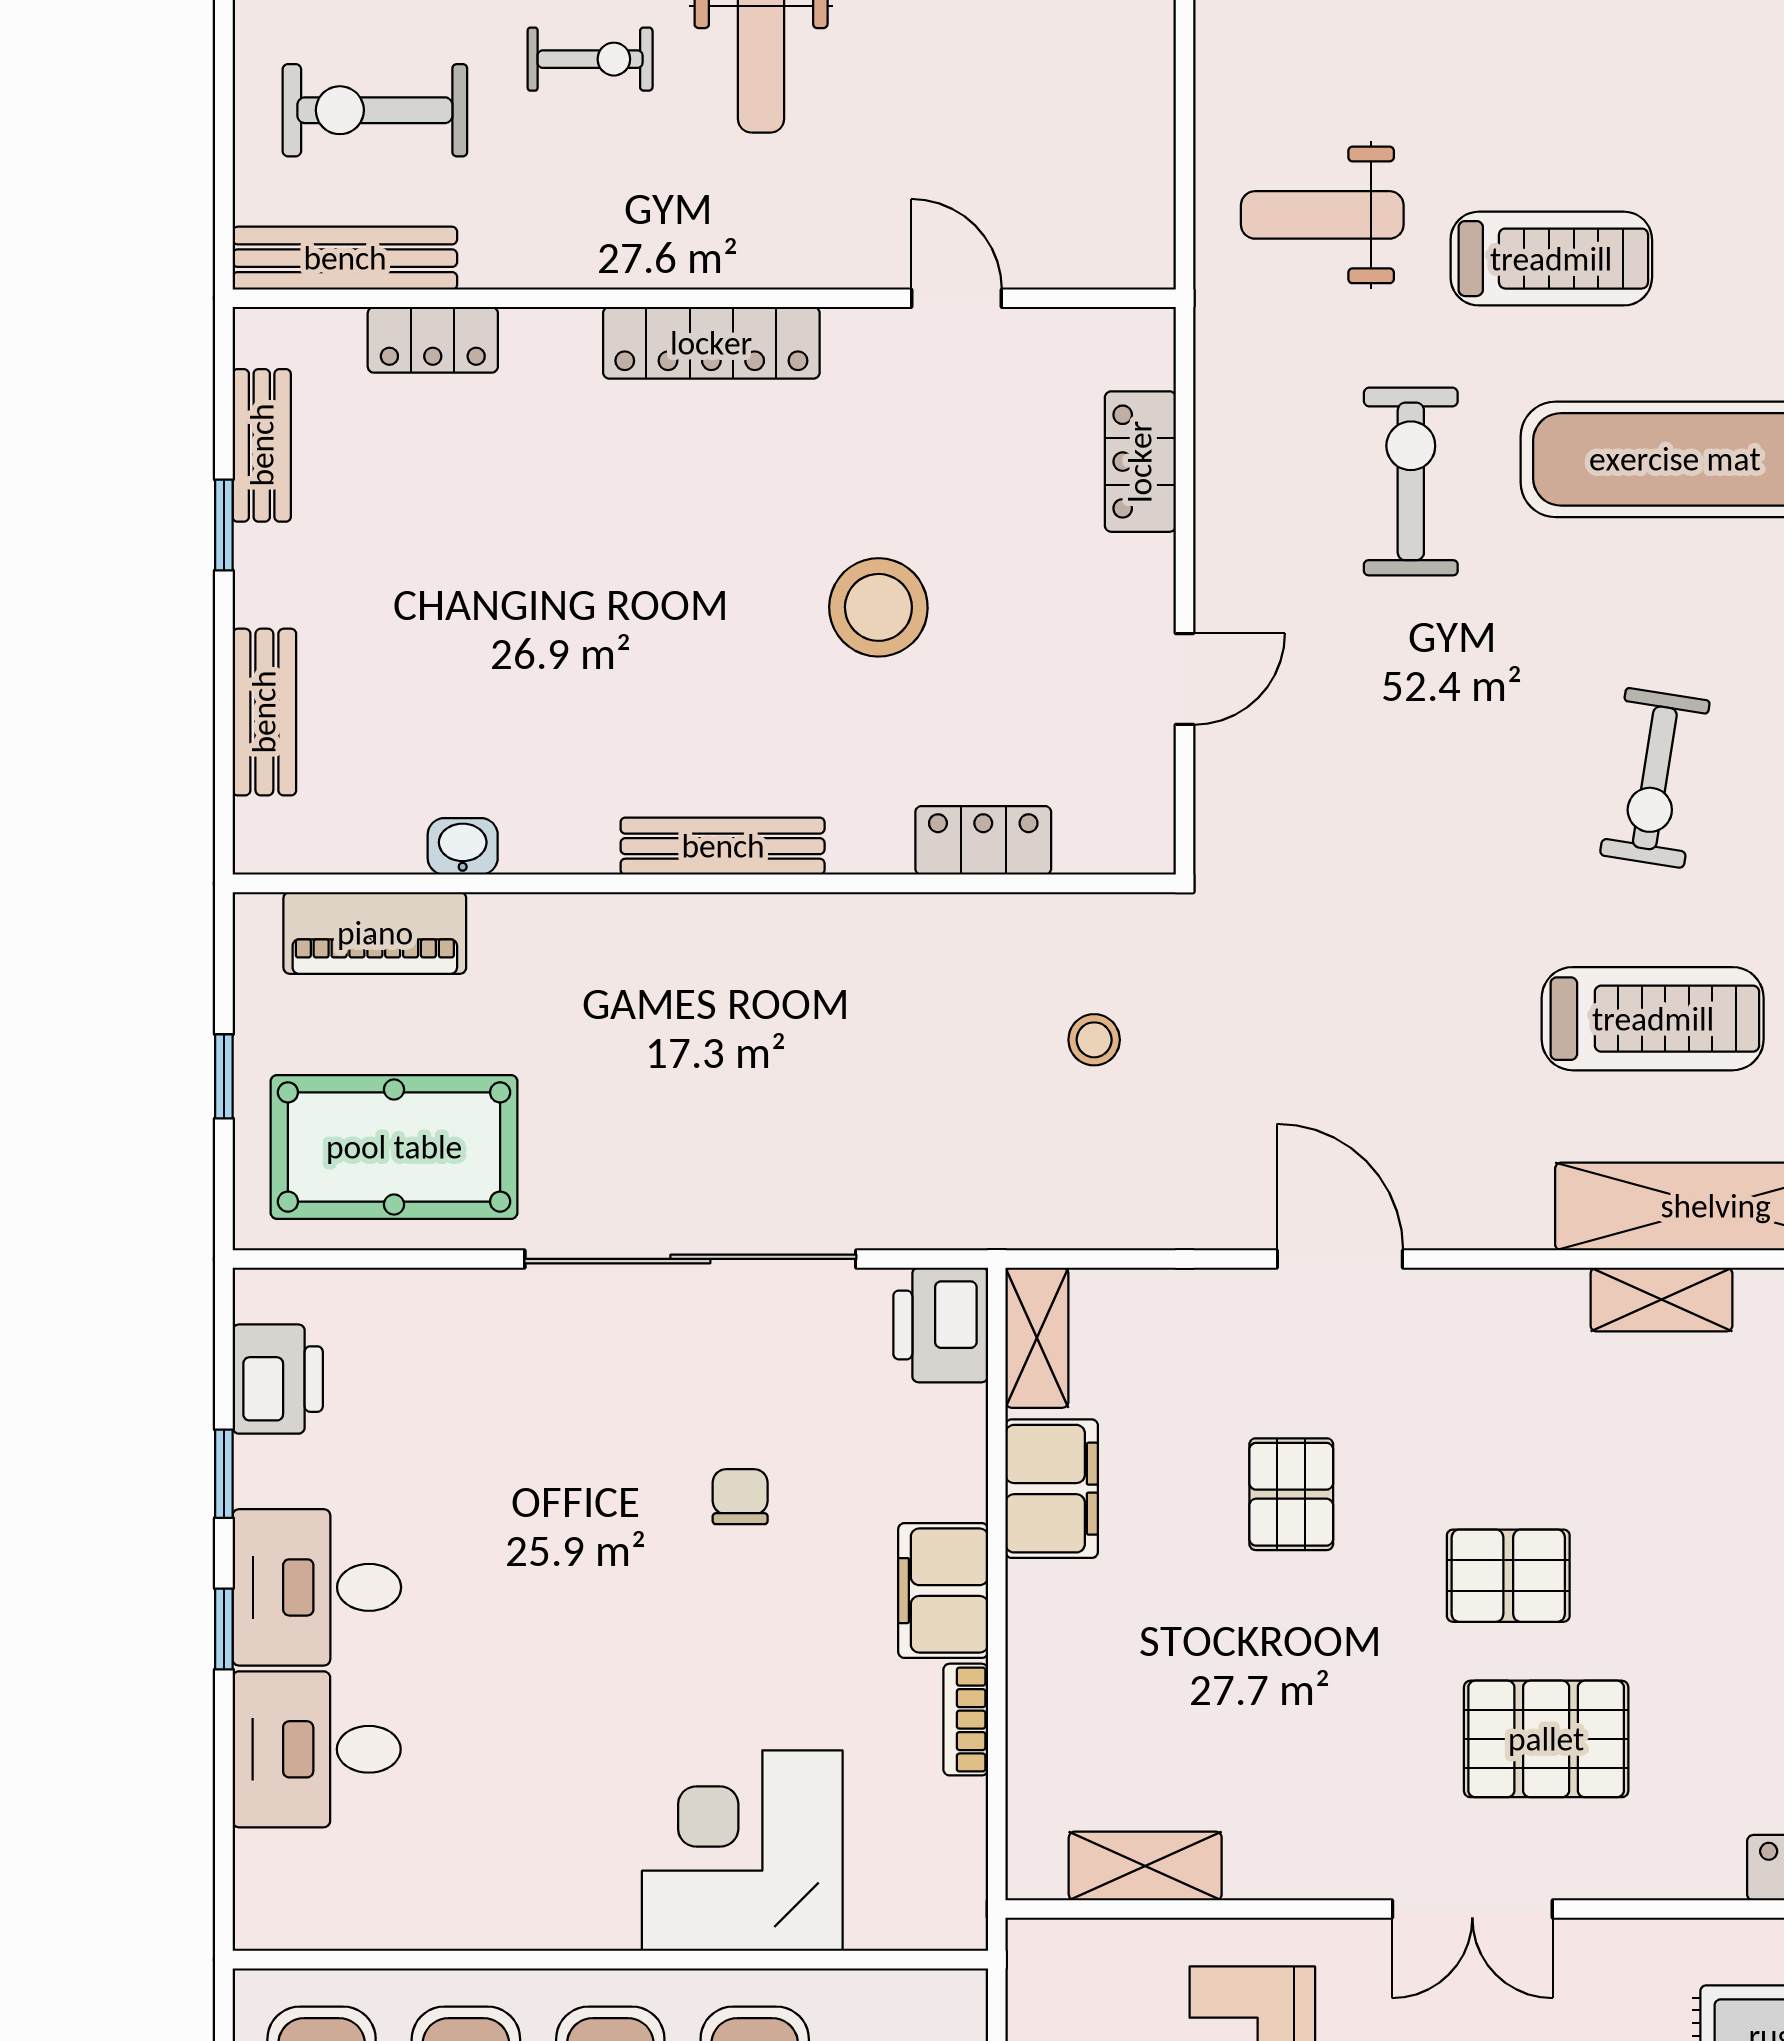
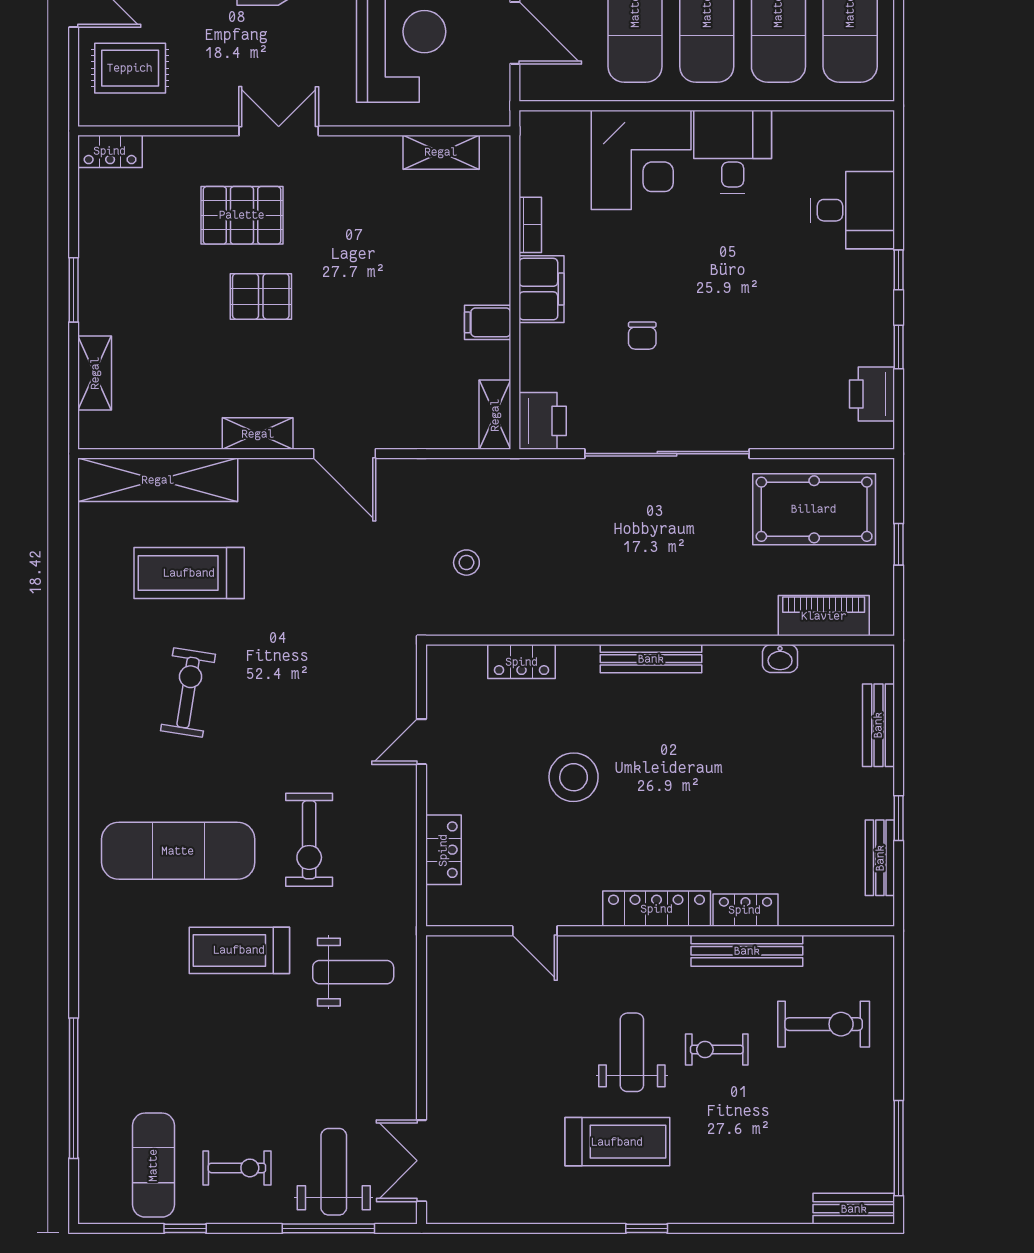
bench: (345, 258) -> (747, 951), moved
locker: (433, 340) -> (745, 910), moved
shelving: (1661, 1300) -> (258, 434), moved
filing cabinet: (1052, 1489) -> (488, 322), width x0.50
pallet: (1291, 1494) -> (369, 337), removed
desk: (317, 1587) -> (733, 152), moved, turned -90

